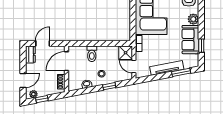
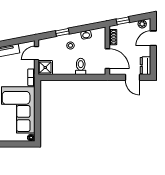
door: (43, 43) -> (133, 77), hinge flipped
door: (66, 61) -> (107, 59), hinge flipped
door: (134, 66) -> (36, 53), swing flipped
window: (42, 99) -> (123, 21), moved

